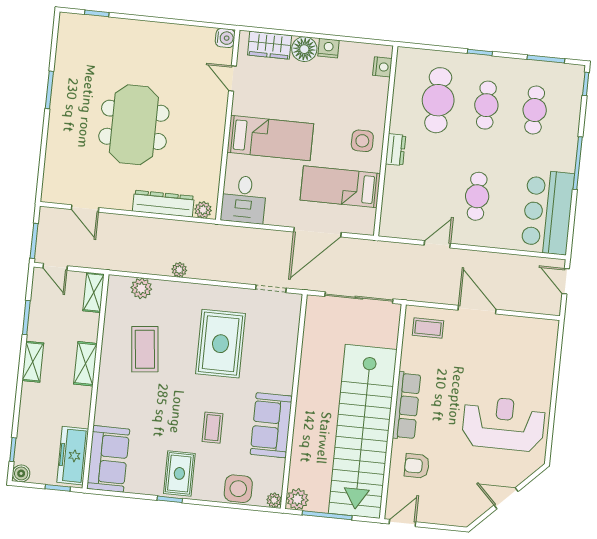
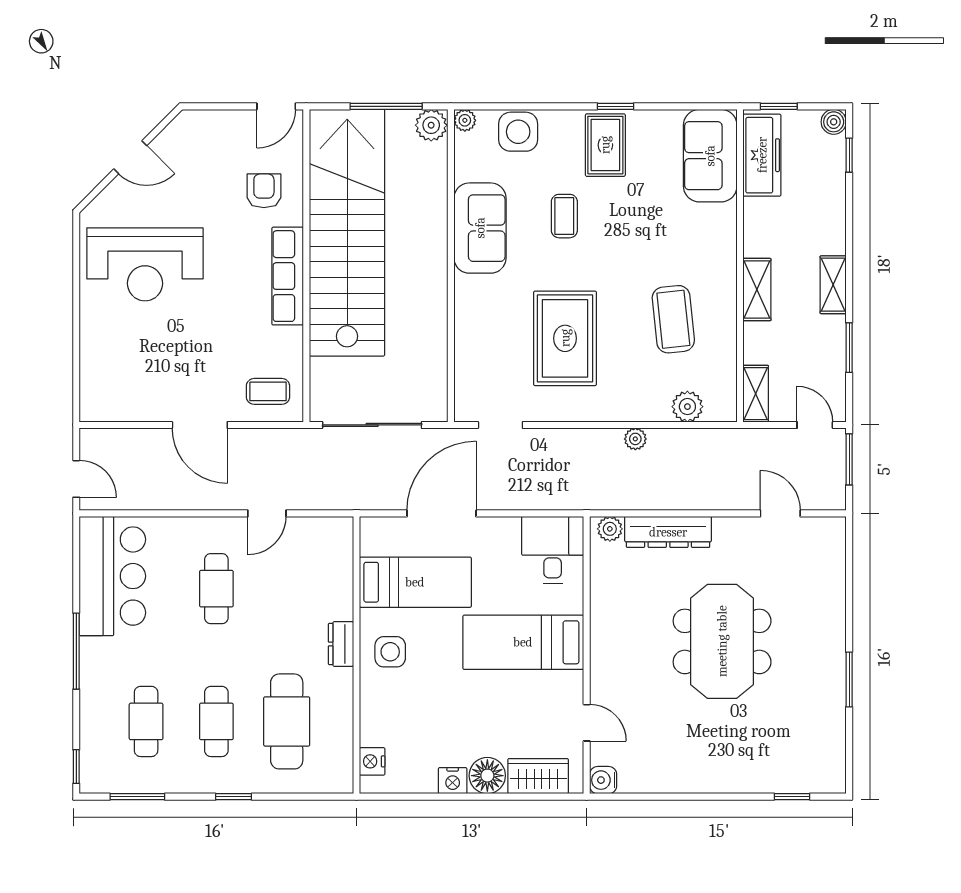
armchair: (417, 466) -> (264, 191), turned -90

